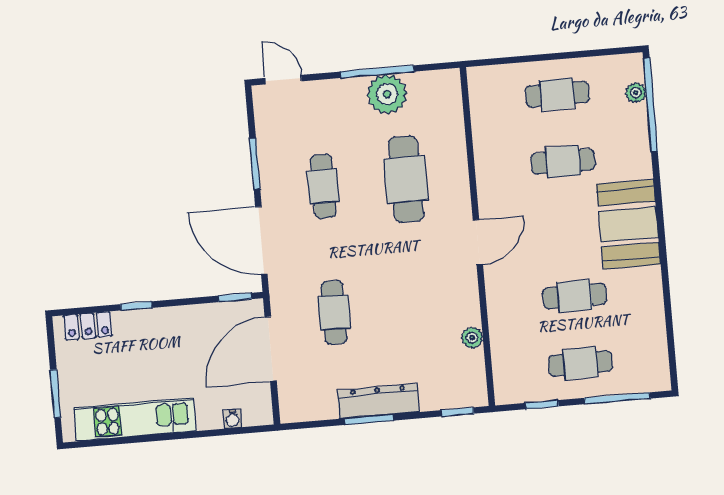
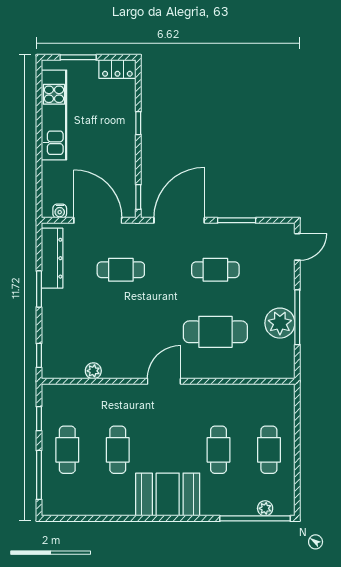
door: (478, 242) -> (164, 381), swing flipped
locker: (88, 326) -> (117, 69), moved, turned -90
dresser: (378, 401) -> (52, 258), moved
water cooler: (233, 419) -> (60, 211), moved, turned -90

